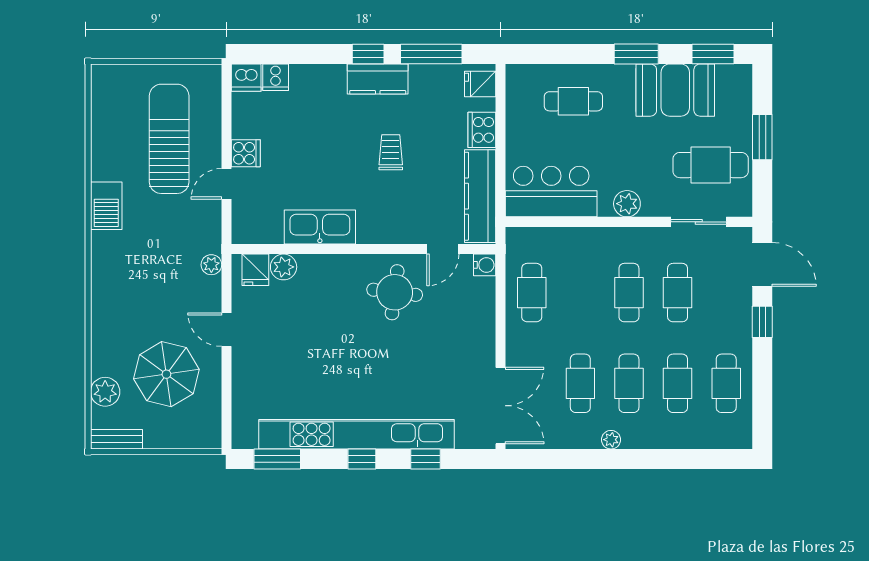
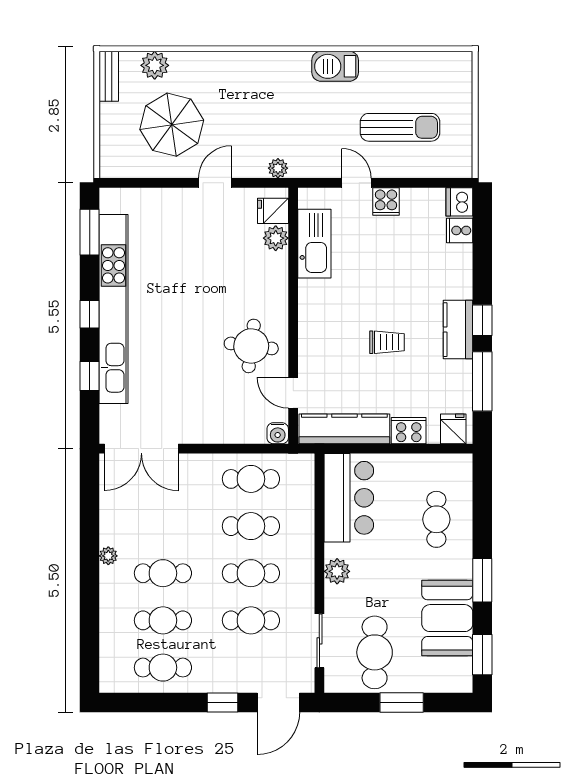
sun lounger: (169, 139) -> (400, 127), width x0.73, depth x0.75
kitchen sink: (320, 227) -> (314, 244), moved
cafe table: (580, 383) -> (251, 526), moved

